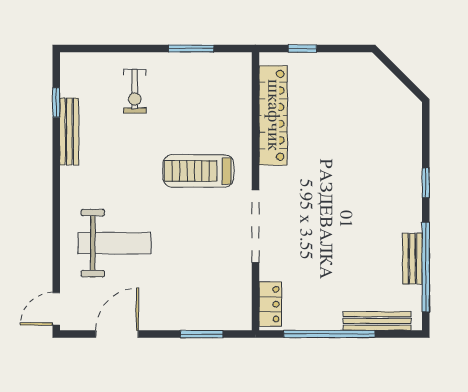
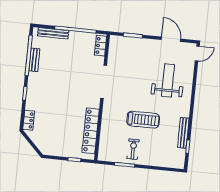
exercise bike: (135, 91) -> (133, 149), moved
locker: (411, 125) -> (29, 120), added
treadmill: (198, 171) -> (143, 120), moved
weight bench: (115, 243) -> (168, 80), turned 90
door: (117, 334) -> (171, 39), swing flipped

